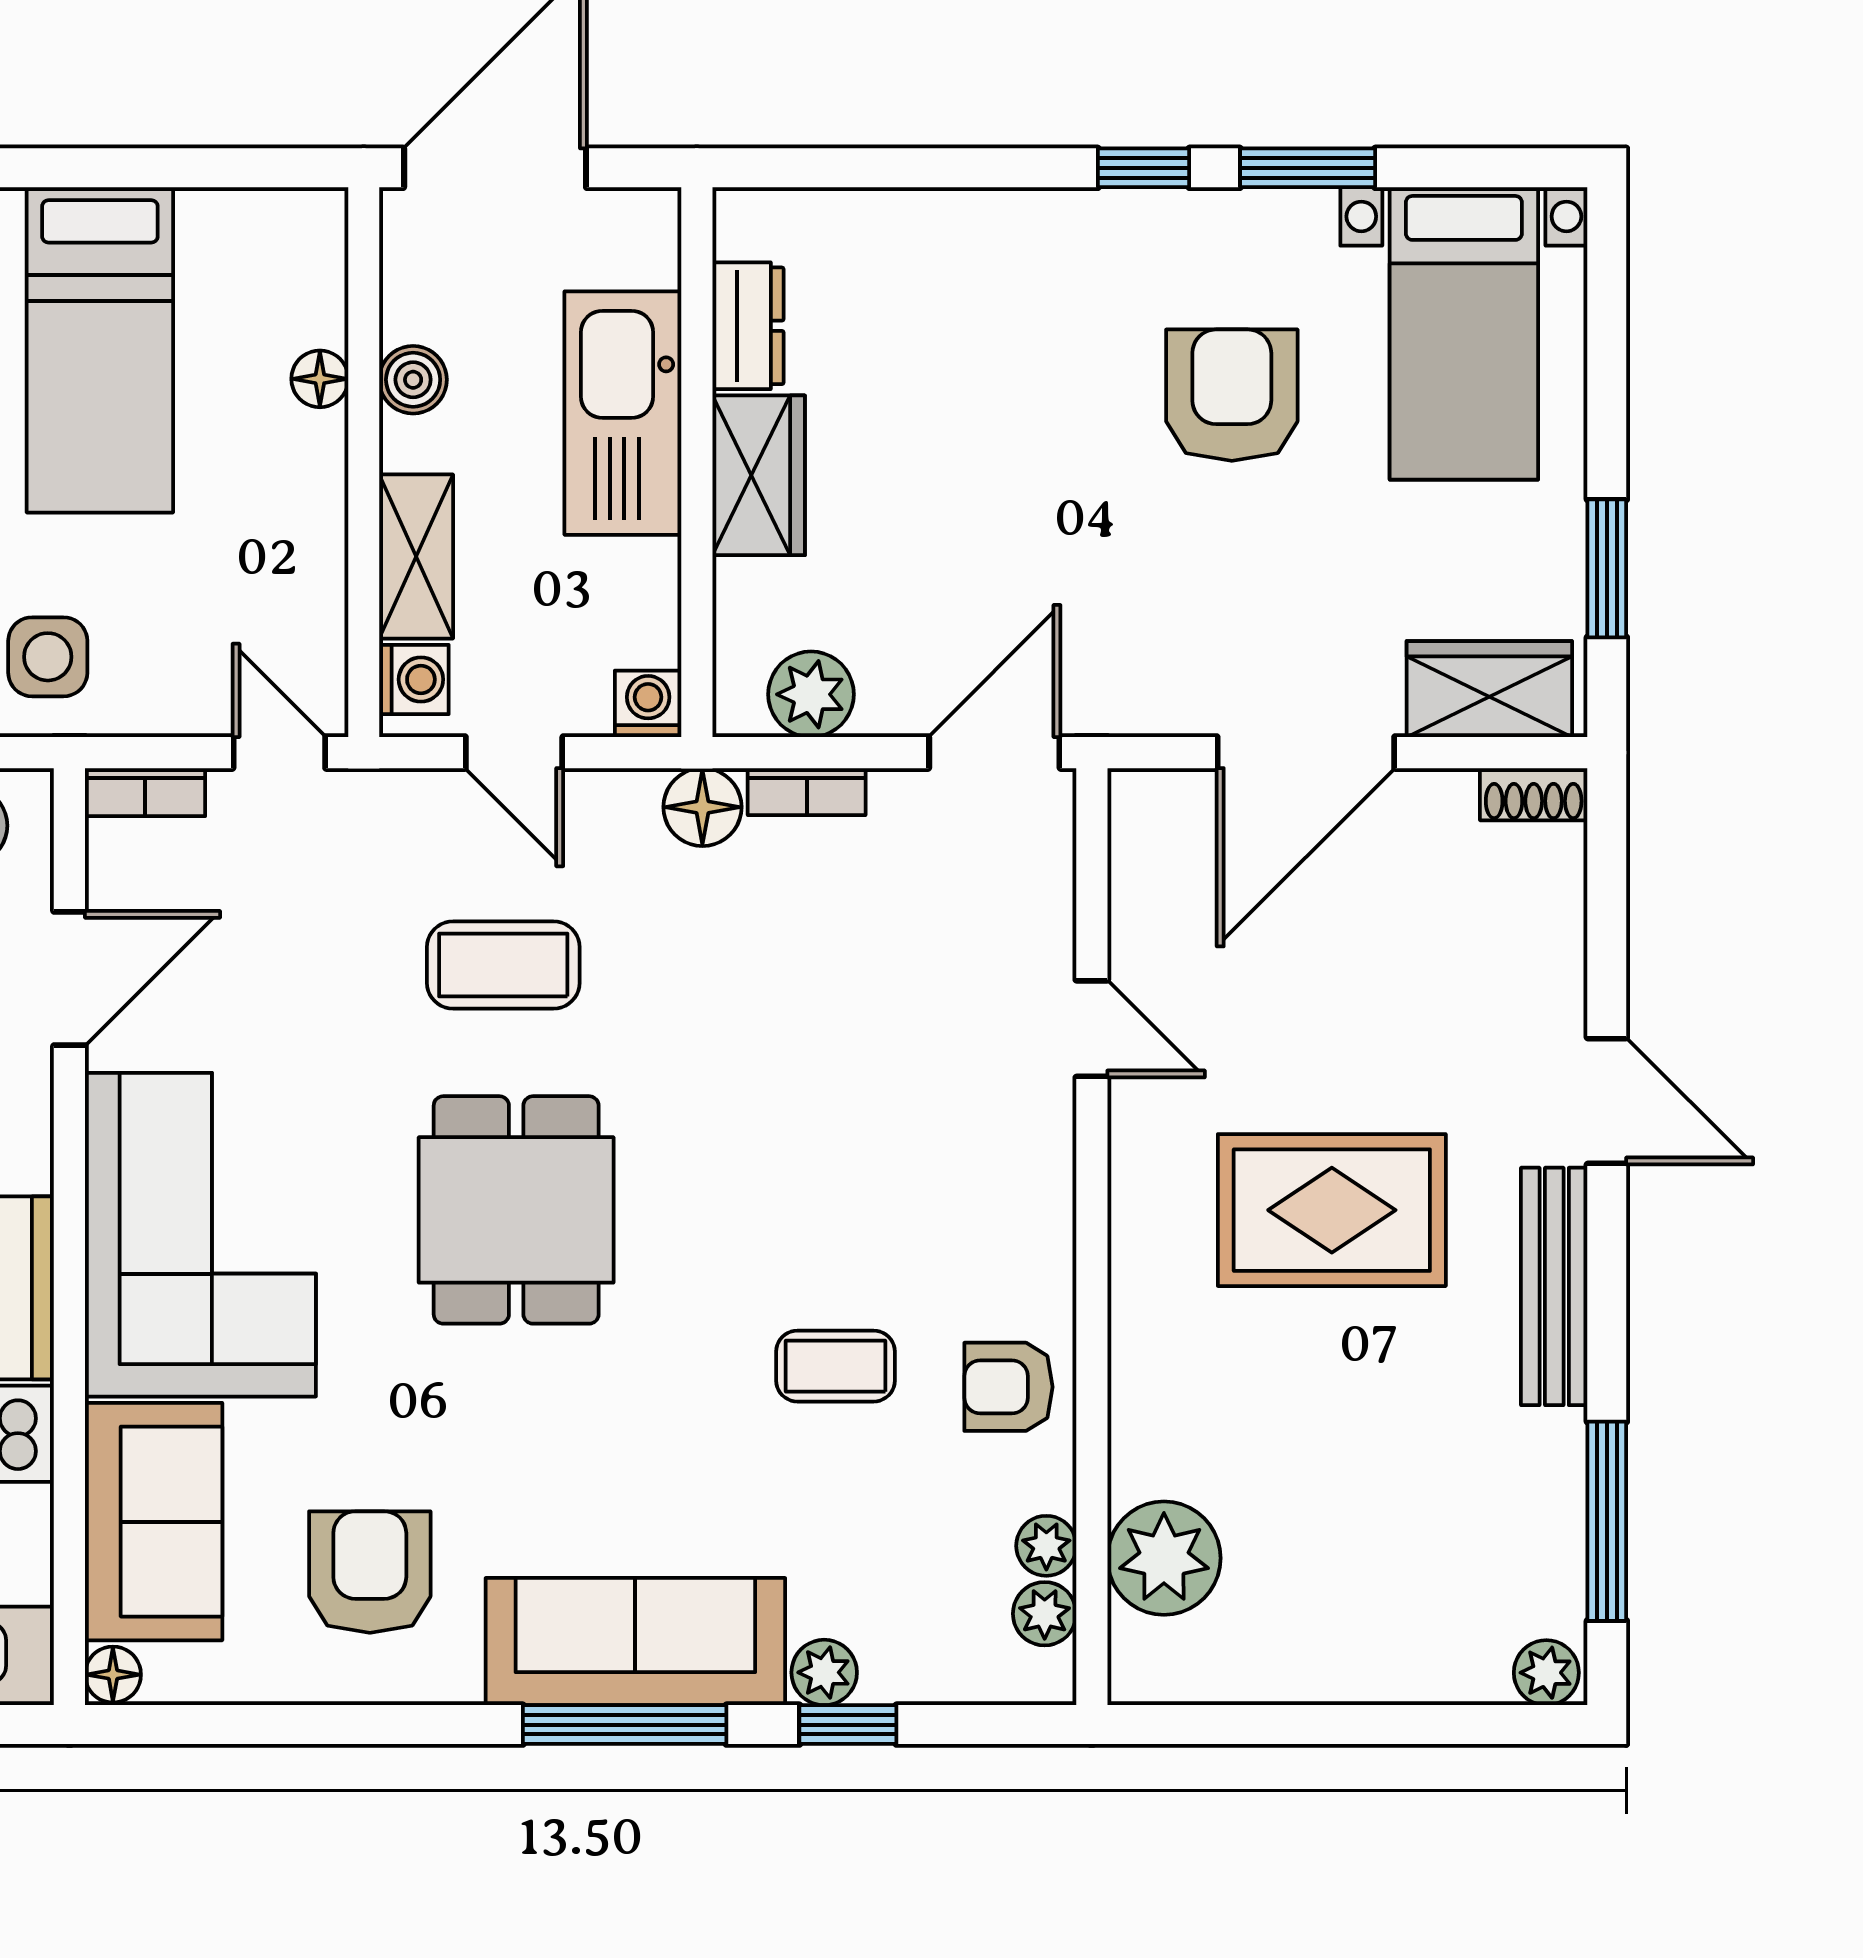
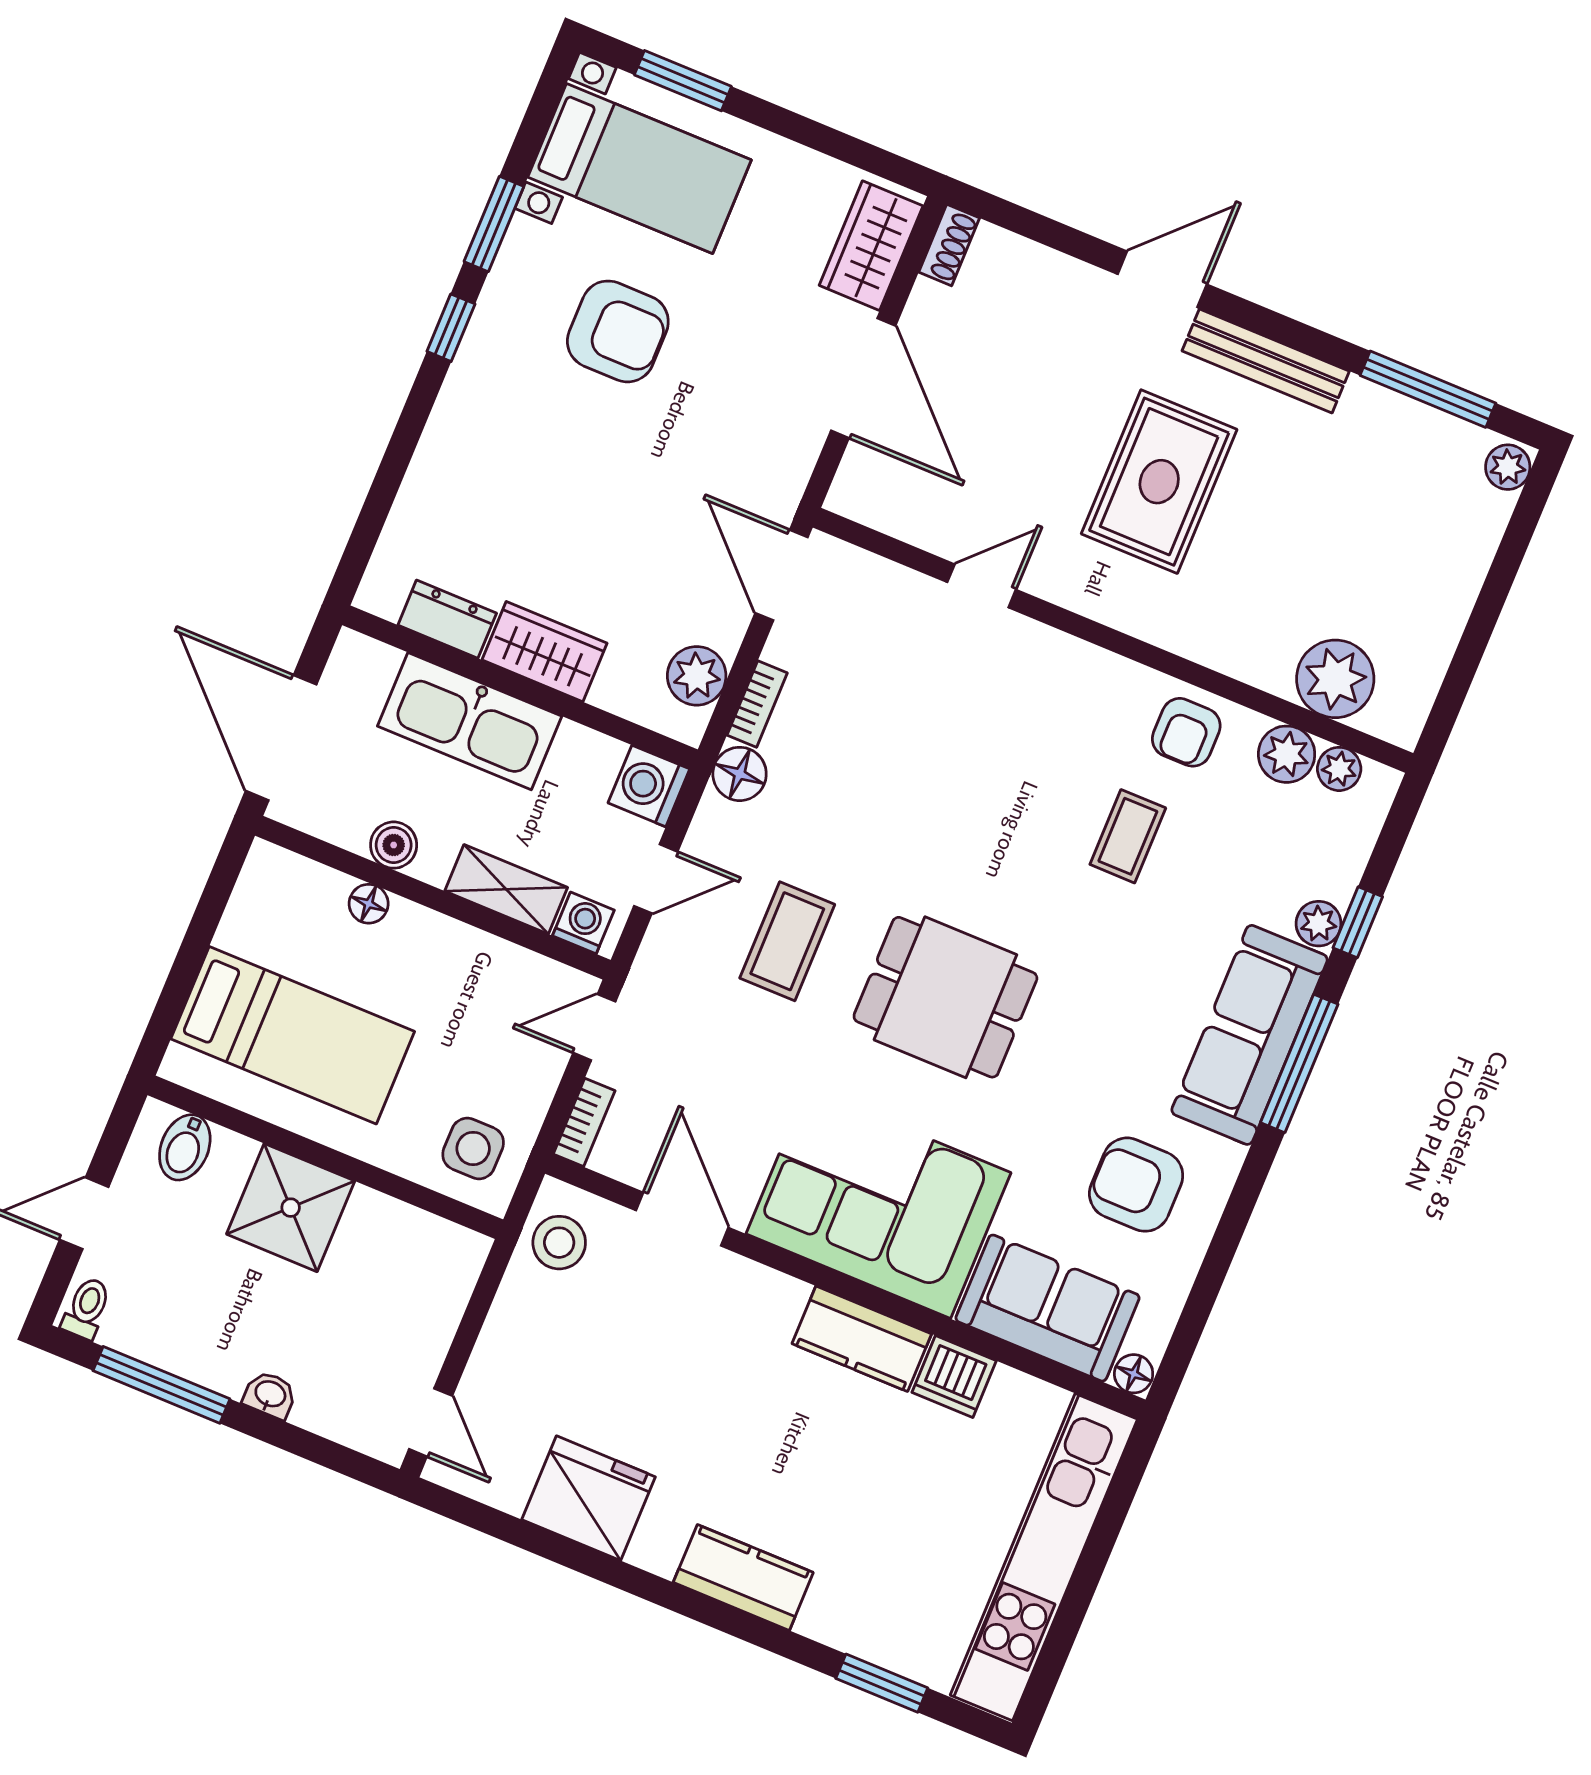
armchair: (1232, 395) -> (618, 331), turned 180
window: (1607, 568) -> (683, 81), moved
washing machine: (648, 704) -> (649, 786), width x1.38, depth x1.38
plant: (1046, 1546) -> (1287, 754), width x1.38, depth x1.38

